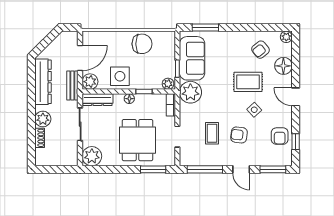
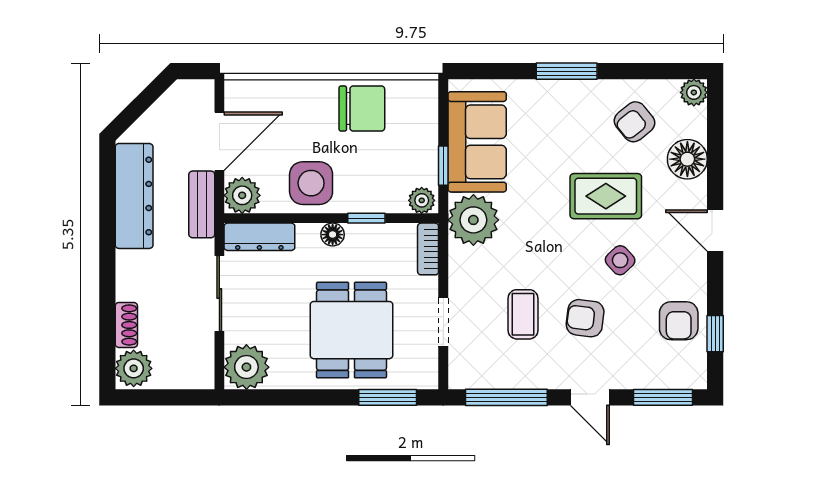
window: (205, 28) -> (567, 71), moved
plant: (43, 119) -> (134, 368), moved

